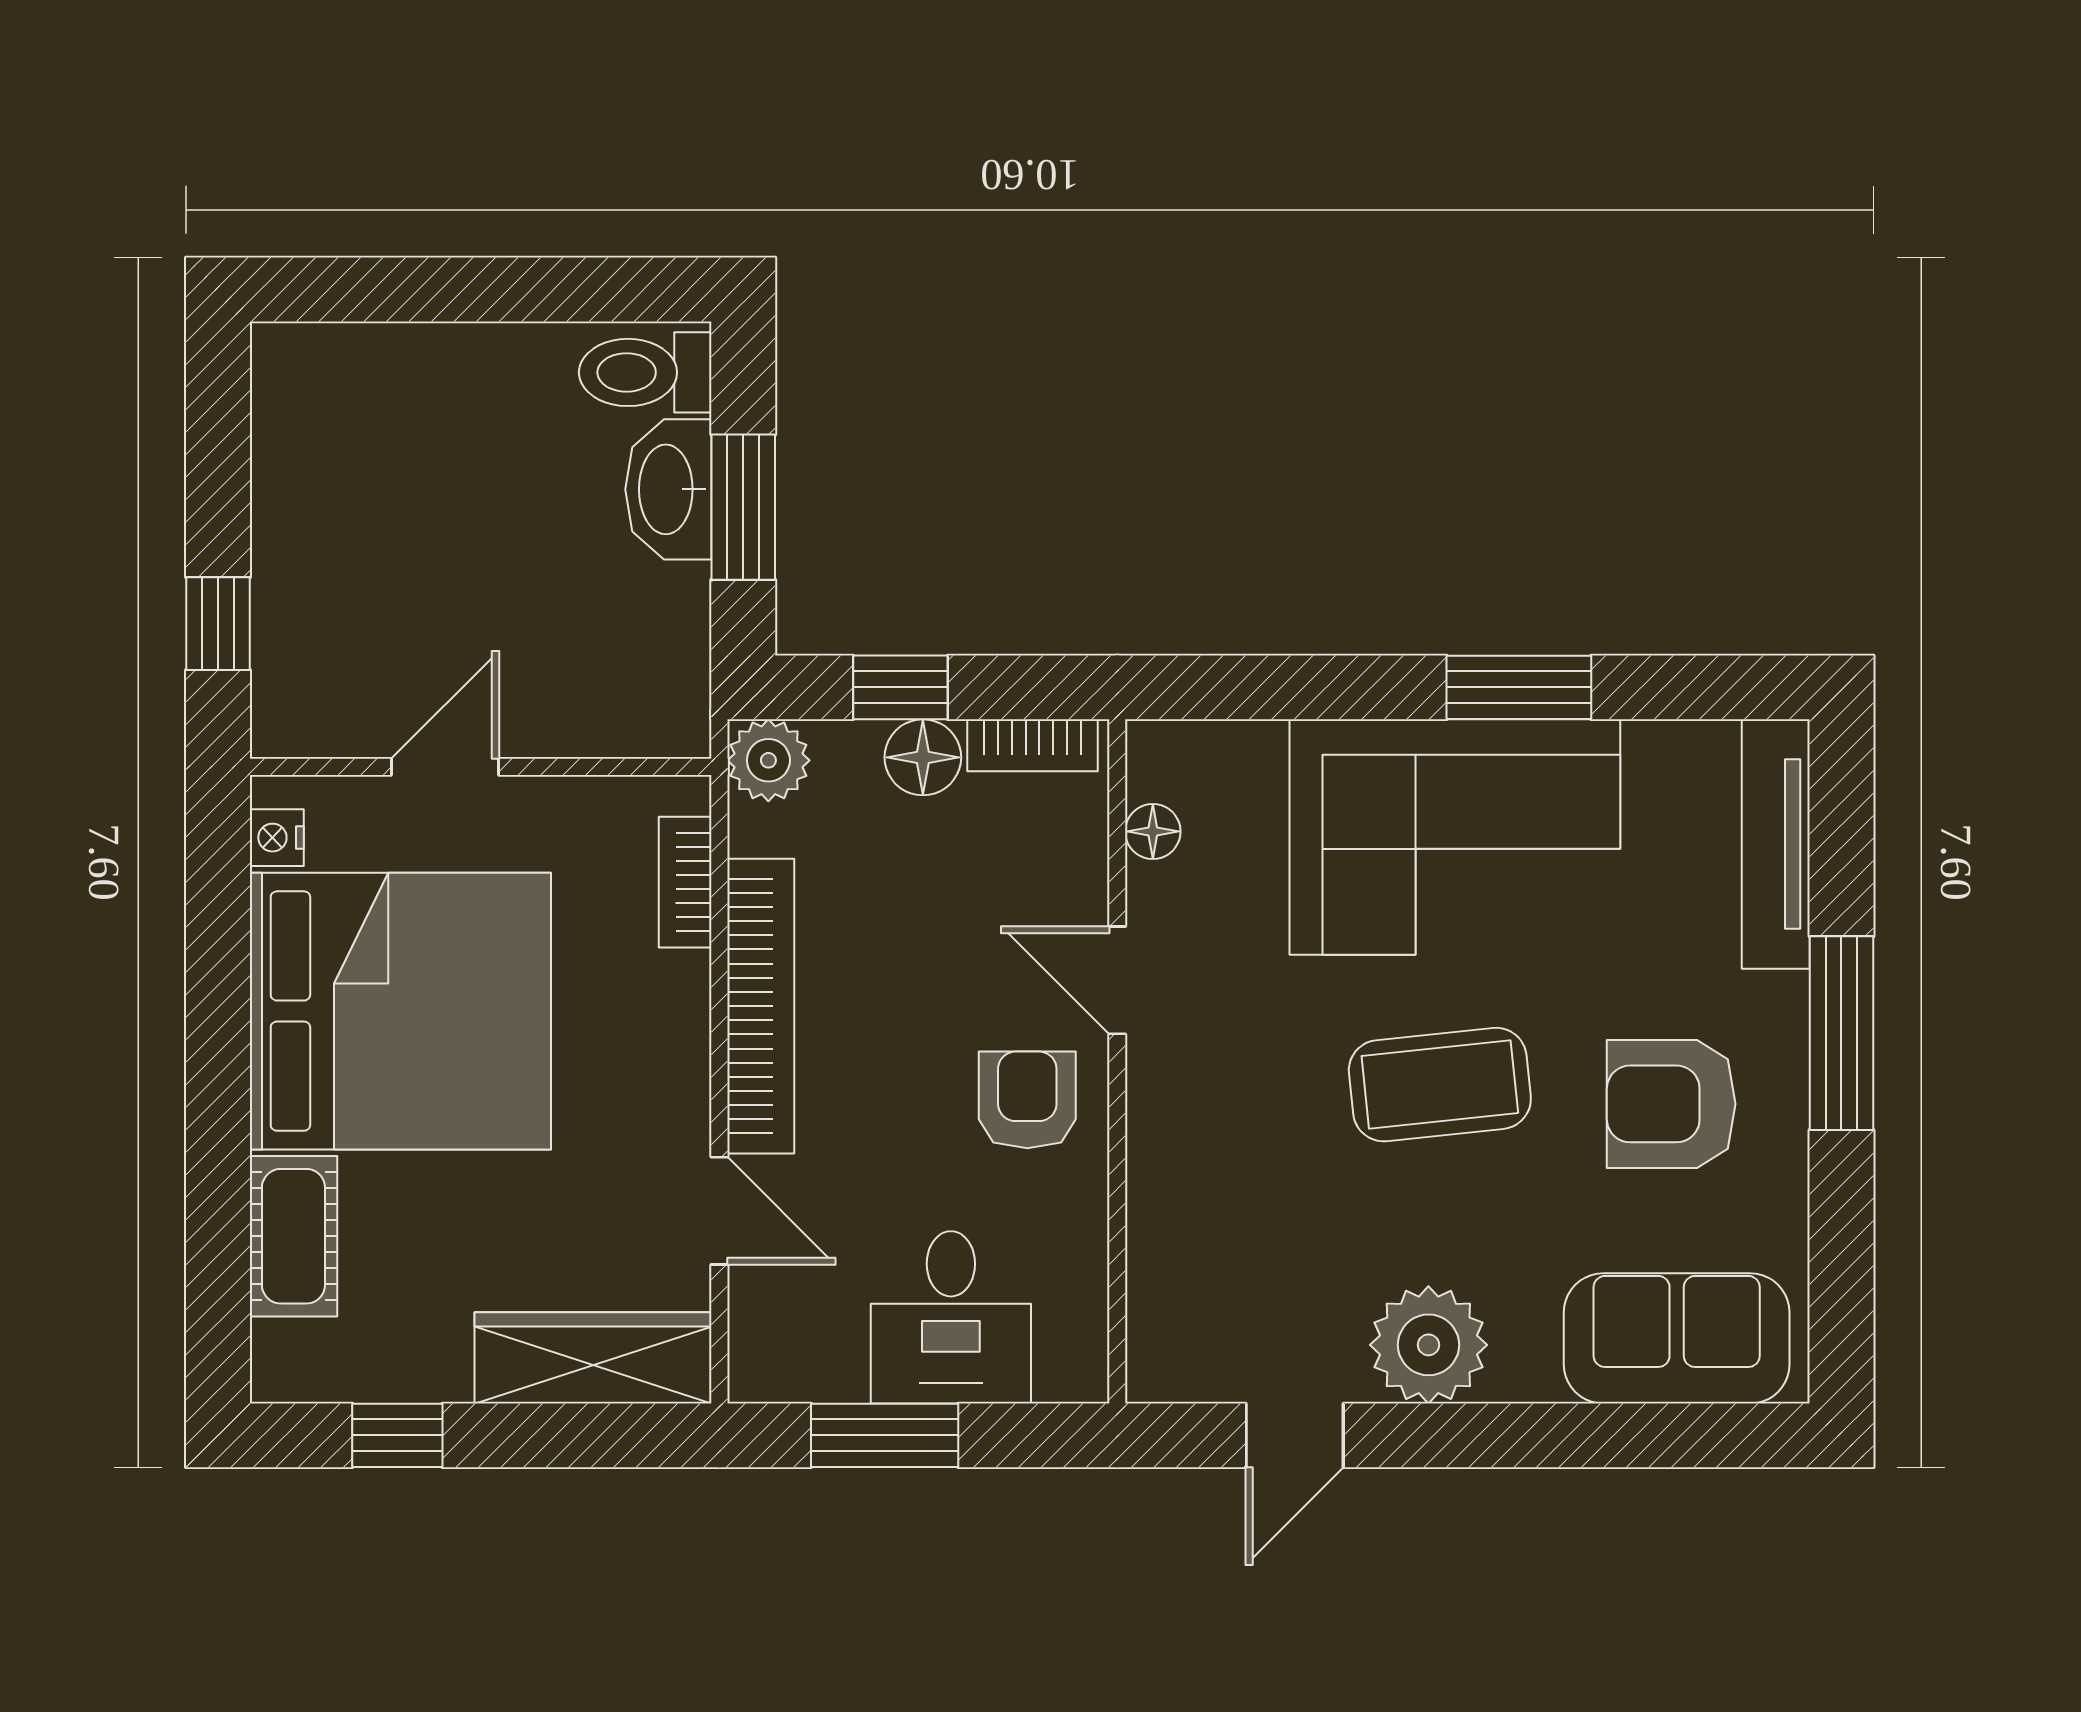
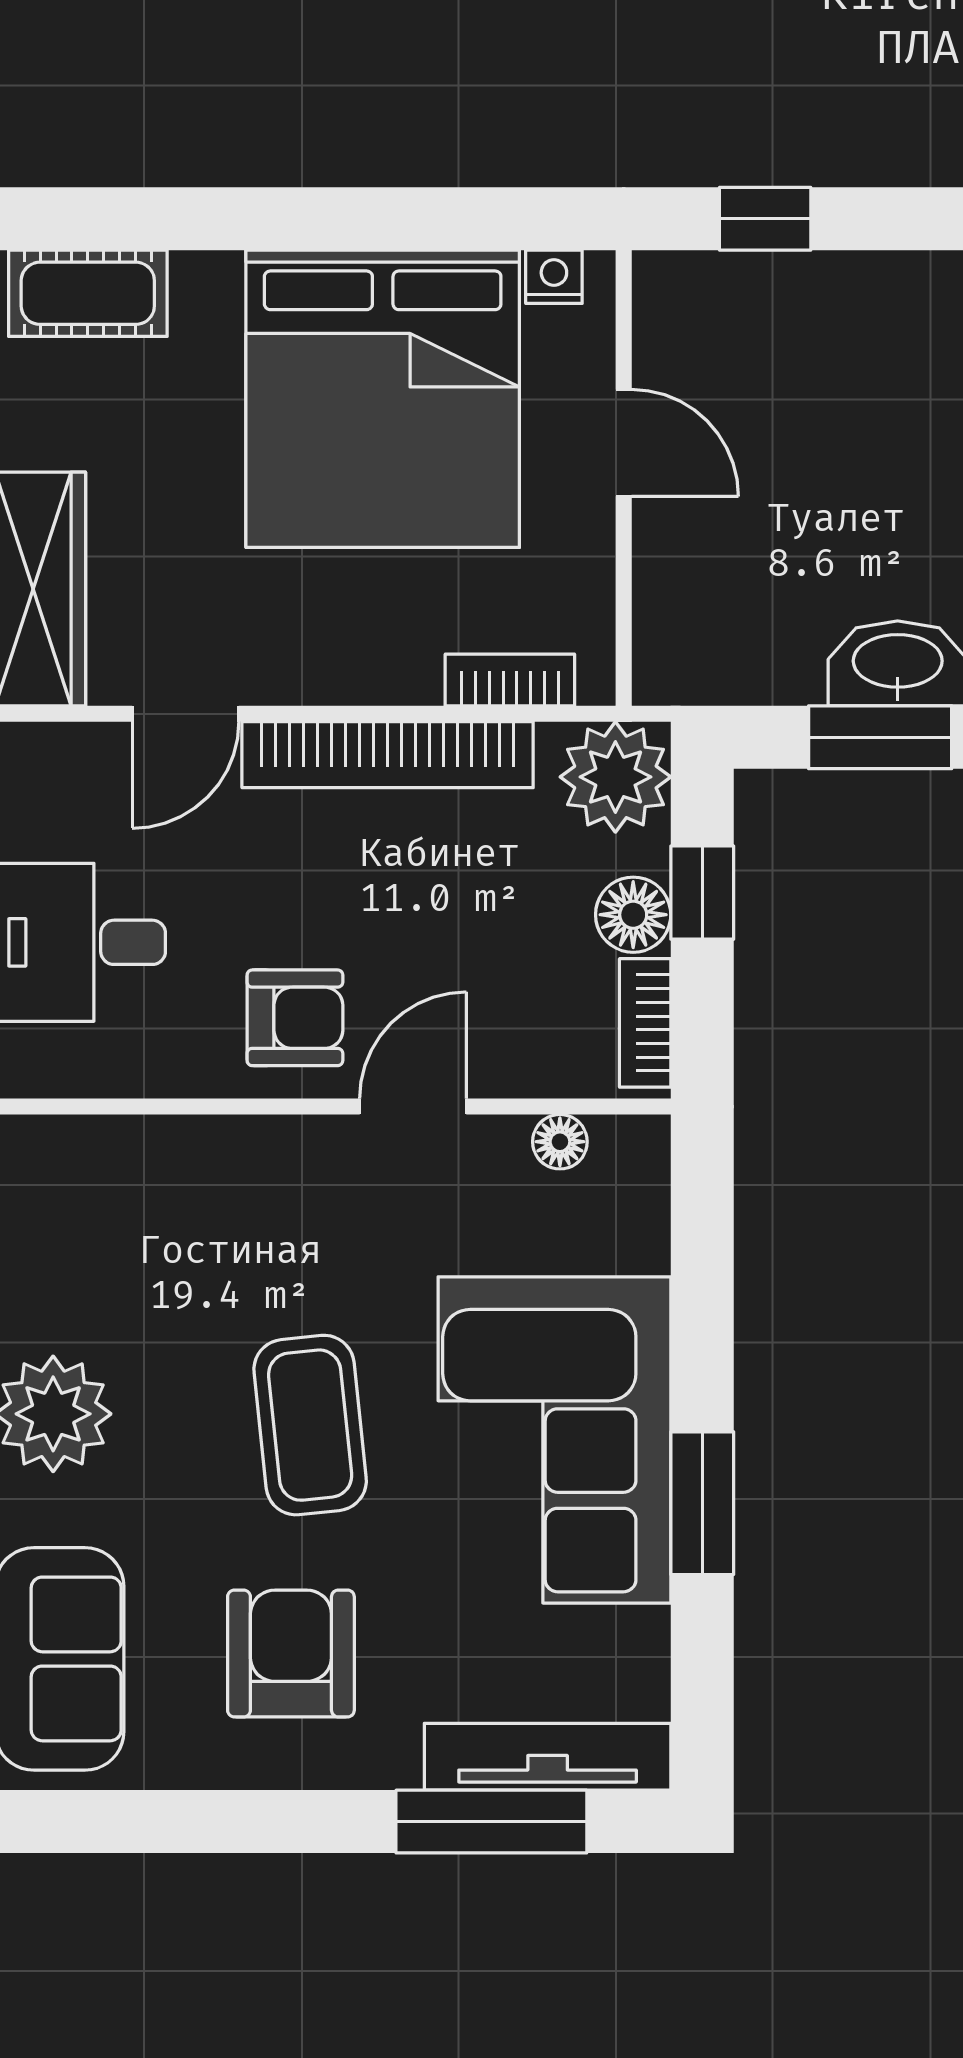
plant: (768, 760) -> (615, 777), width x1.36, depth x1.36
window: (1841, 1033) -> (491, 1822), moved
cot: (293, 1236) -> (88, 293), moved

